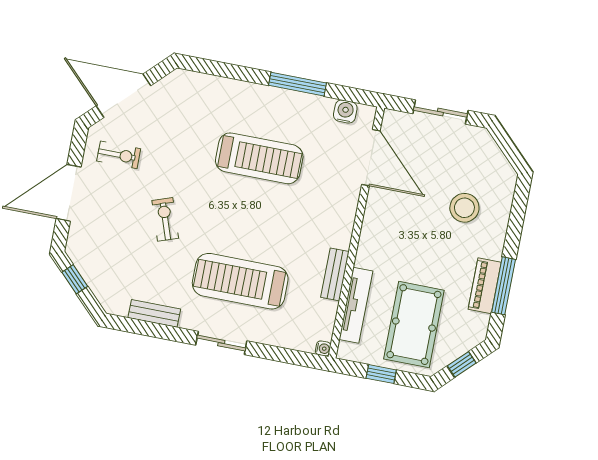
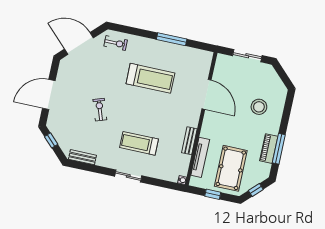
water cooler: (345, 111) -> (197, 54), removed
exercise bike: (119, 155) -> (116, 43), moved
door: (371, 158) -> (206, 94), moved
treadmill: (240, 281) -> (139, 143), width x0.73, depth x0.73
bench: (154, 313) -> (82, 157), moved

